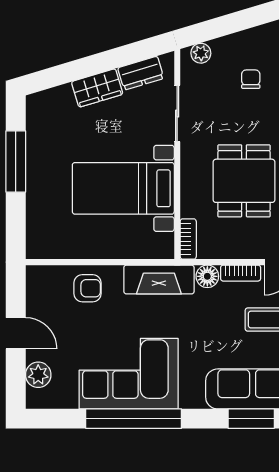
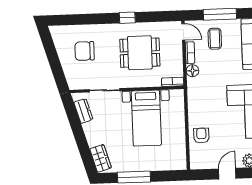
plant: (201, 53) -> (71, 79), removed
chair: (251, 79) -> (85, 51), width x1.87, depth x1.87
wardrobe: (97, 88) -> (101, 158), moved
fireplace: (159, 279) -> (195, 97), removed

